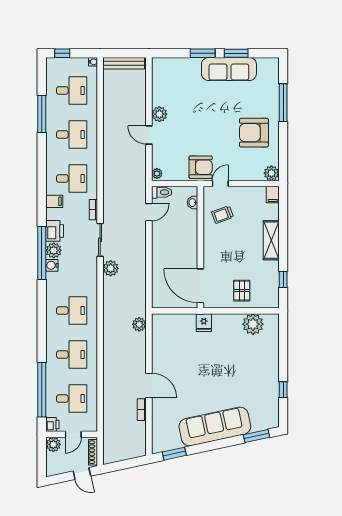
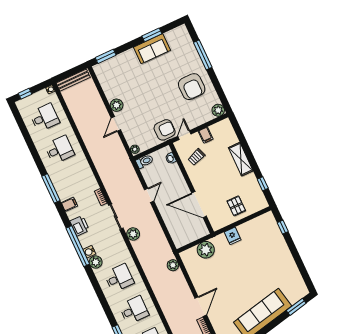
window: (203, 53) -> (106, 56), moved
sofa: (229, 69) -> (152, 49), width x0.73
window: (42, 114) -> (51, 188), moved
armchair: (254, 133) -> (192, 87), turned -90
door: (149, 135) -> (116, 124), hinge flipped
desk: (72, 178) -> (74, 182), removed
filing cabinet: (273, 195) -> (206, 135), moved
door: (149, 212) -> (149, 195), moved
plant: (54, 250) -> (96, 262), moved
door: (200, 286) -> (199, 205), moved
fridge: (204, 323) -> (233, 236), moved
plant: (253, 324) -> (206, 250), moved
door: (149, 386) -> (201, 307), hinge flipped
window: (283, 390) -> (283, 227), moved

